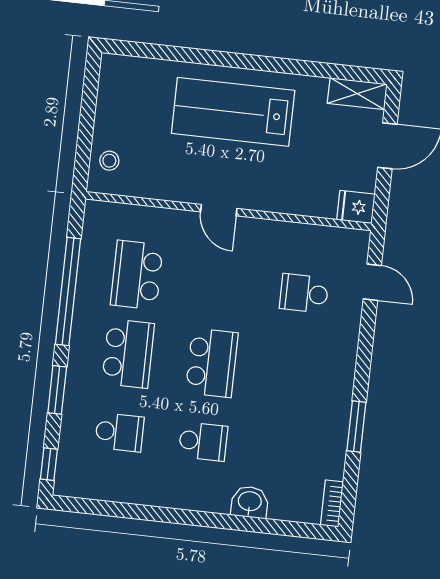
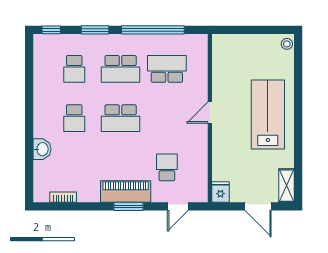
stool: (109, 161) -> (287, 44), moved
piano: (337, 368) -> (126, 192), added
window: (356, 426) -> (129, 206), moved
bookcase: (332, 504) -> (63, 197), moved

